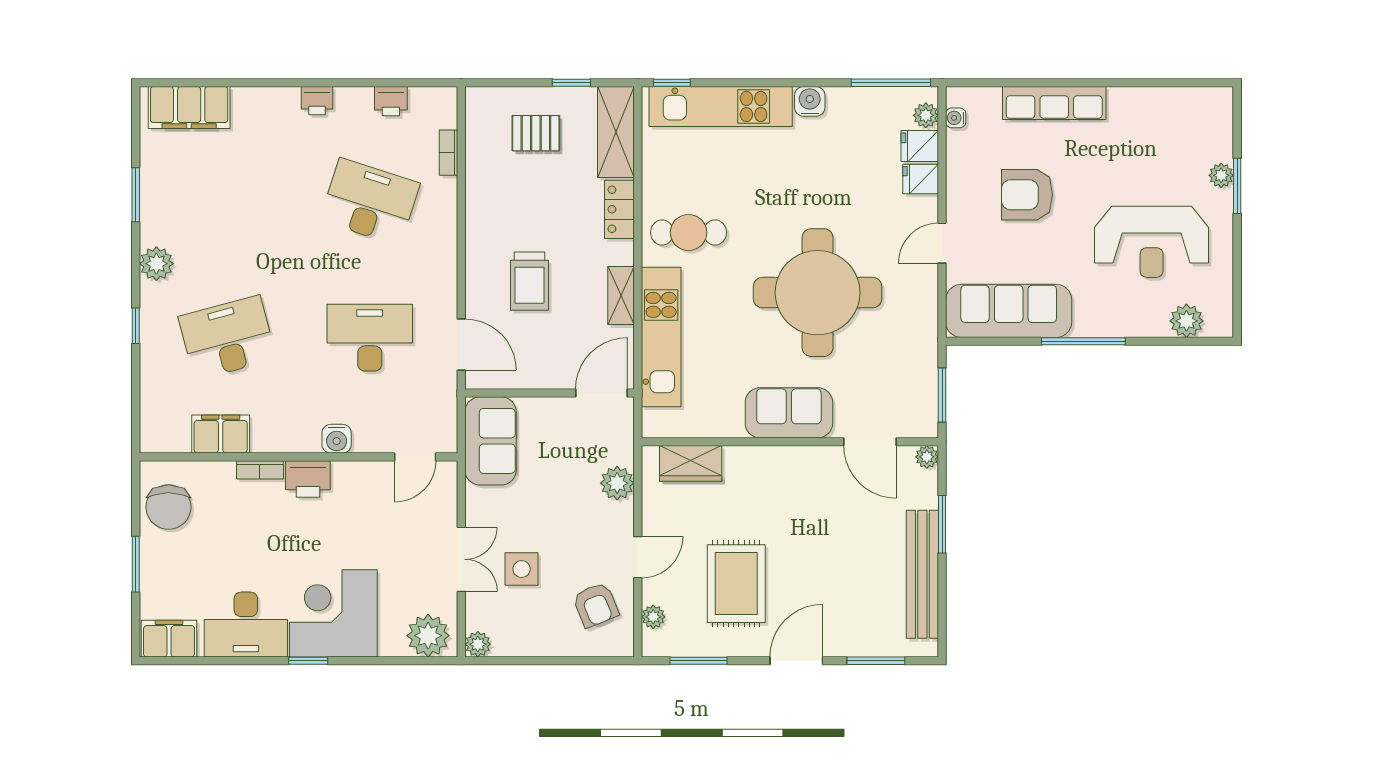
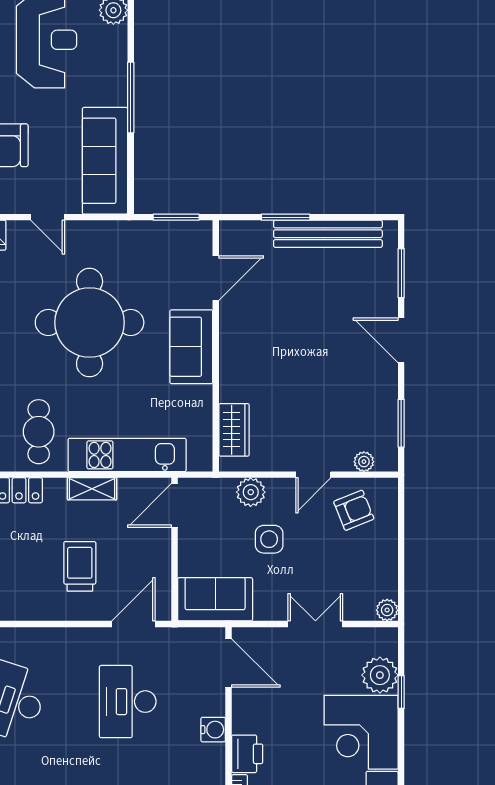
trolley: (530, 281) -> (80, 566), turned -90
door: (601, 393) -> (174, 505), hinge flipped
door: (415, 457) -> (229, 663), width x1.38
plant: (927, 457) -> (229, 230), removed
door: (638, 557) -> (313, 475), swing flipped
side table: (522, 569) -> (269, 539), moved
rug: (736, 584) -> (336, 391), removed
plant: (428, 636) -> (380, 675), moved
window: (308, 661) -> (401, 692), moved

